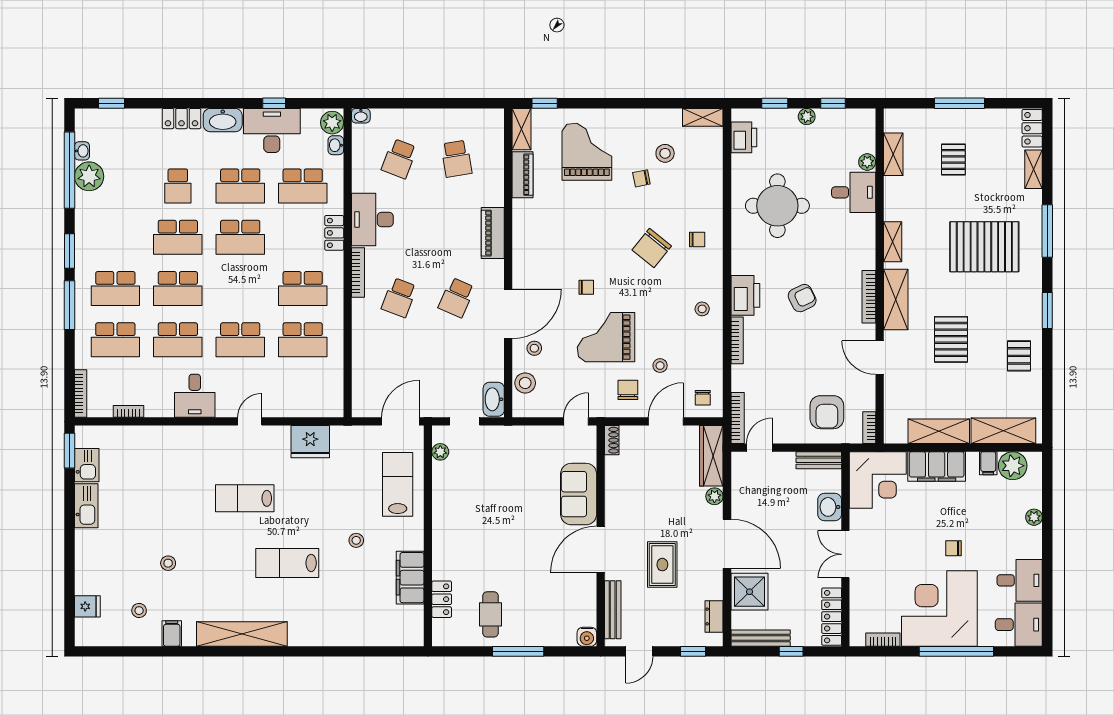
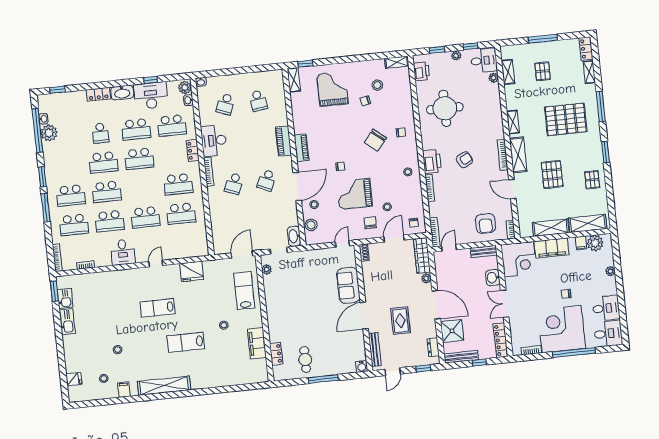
piano: (523, 175) -> (301, 148), moved
desk: (854, 192) -> (484, 61), moved

